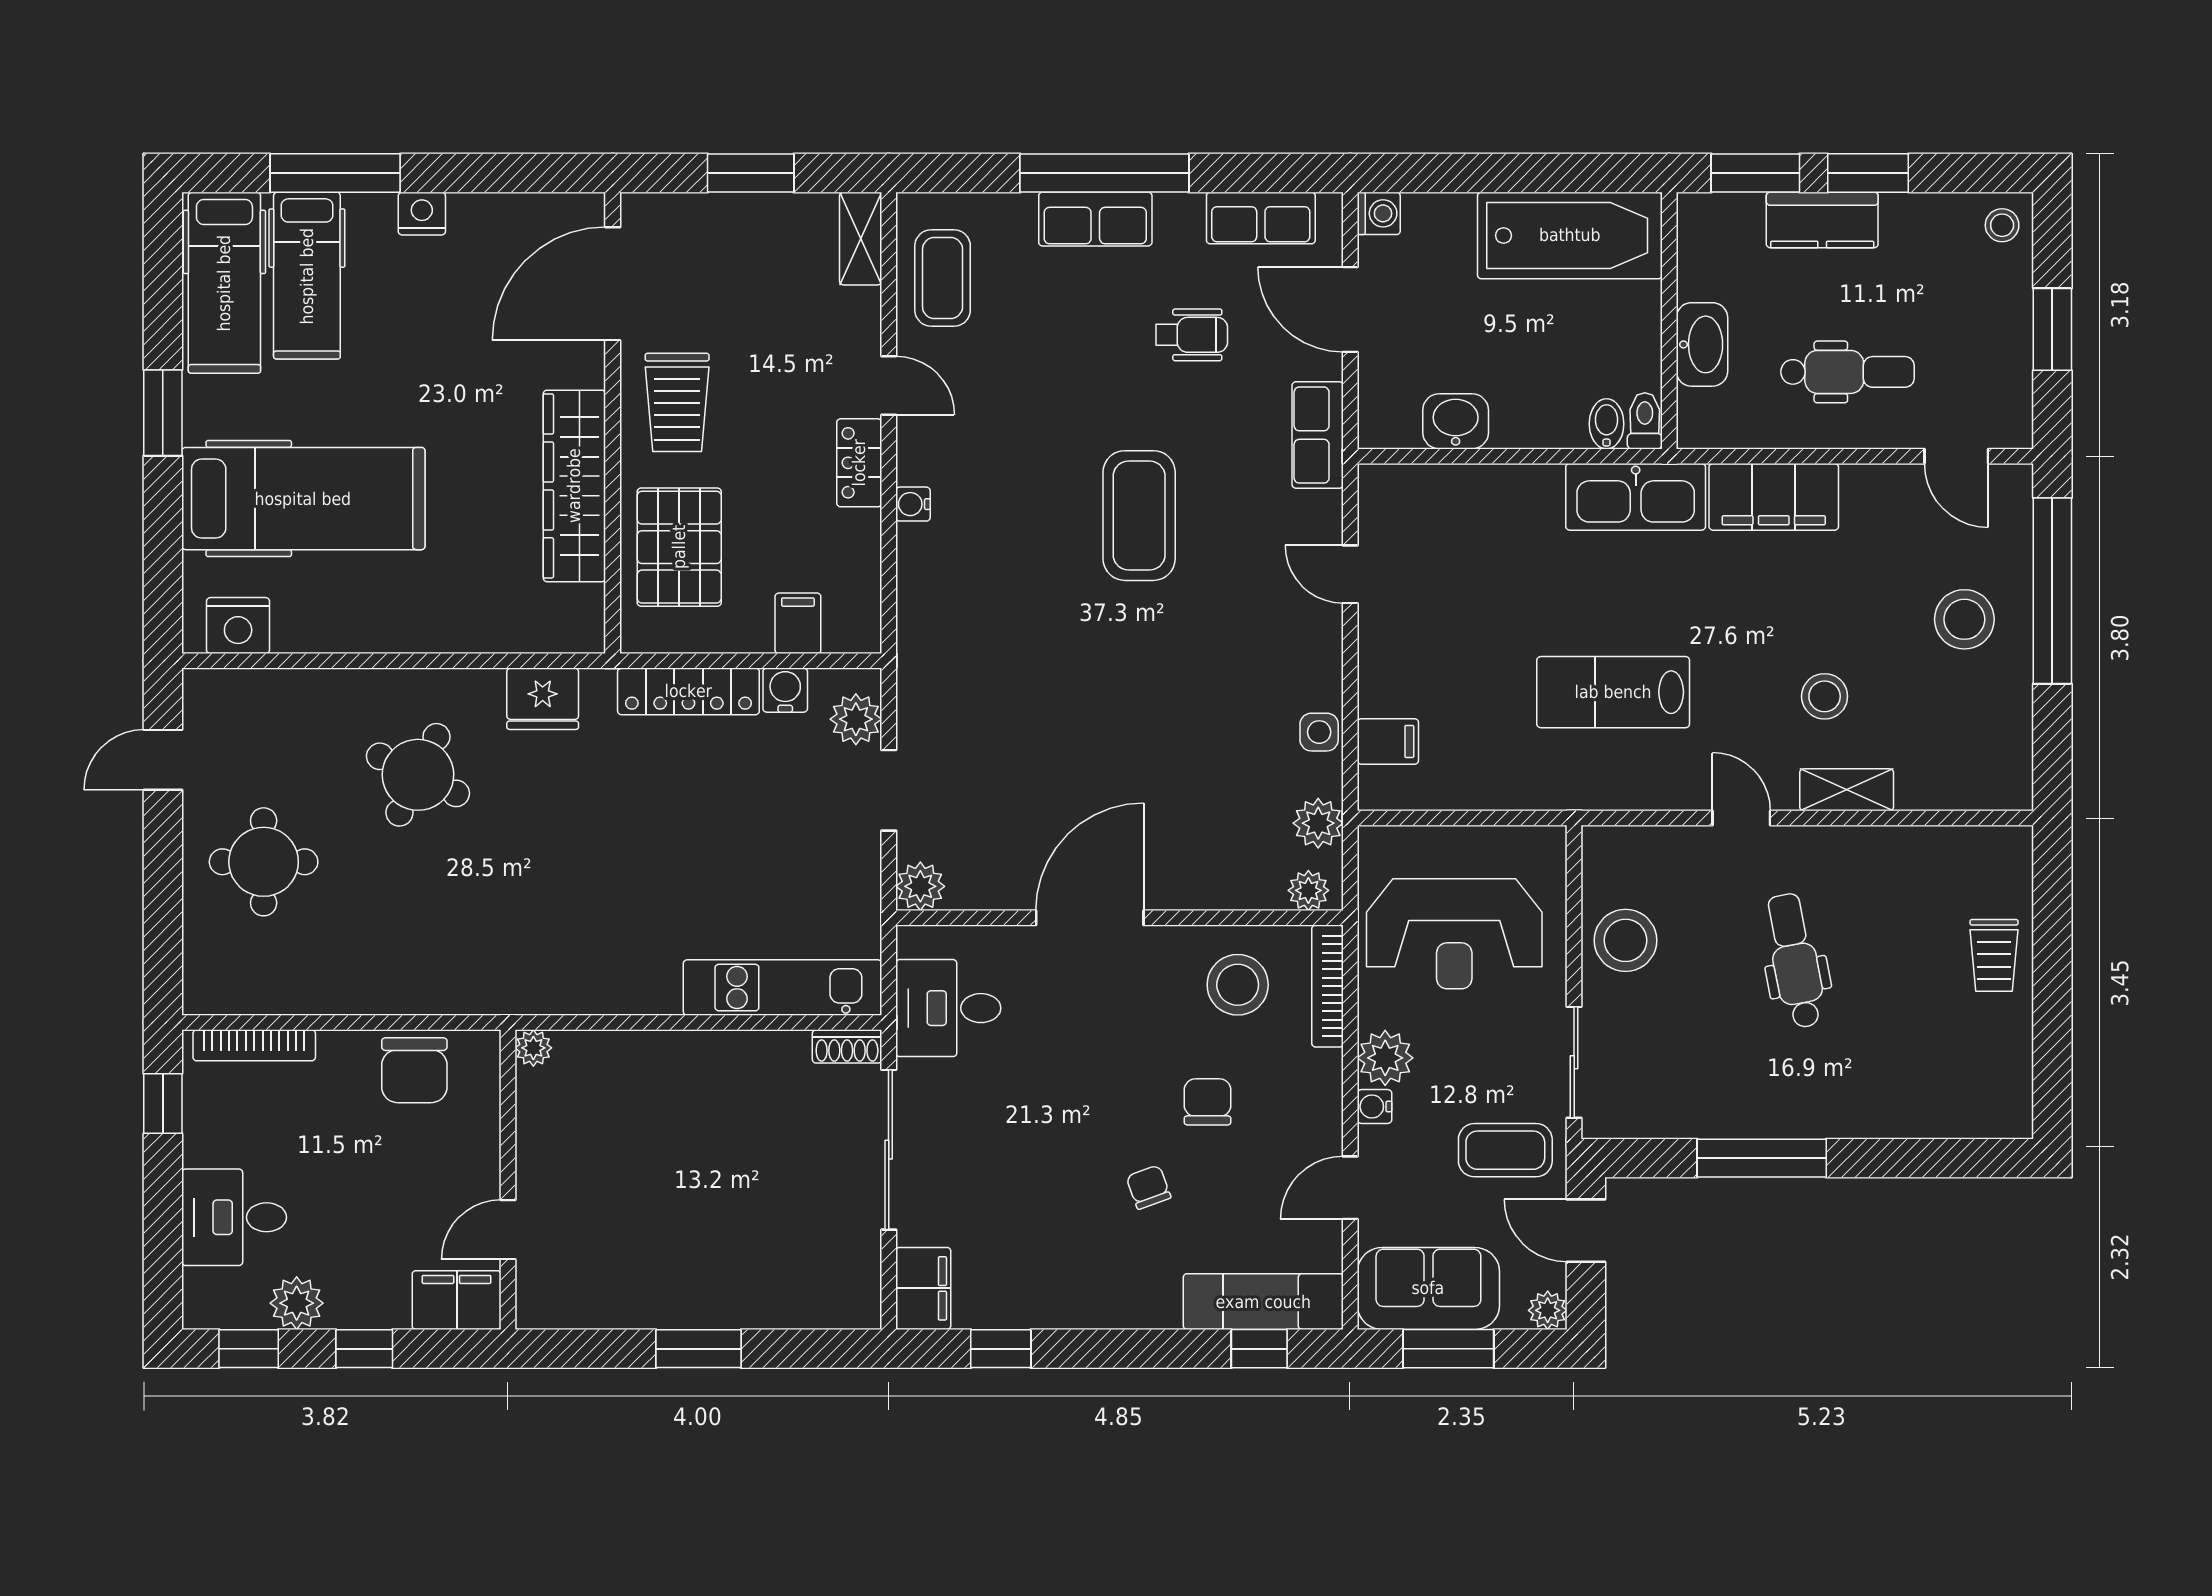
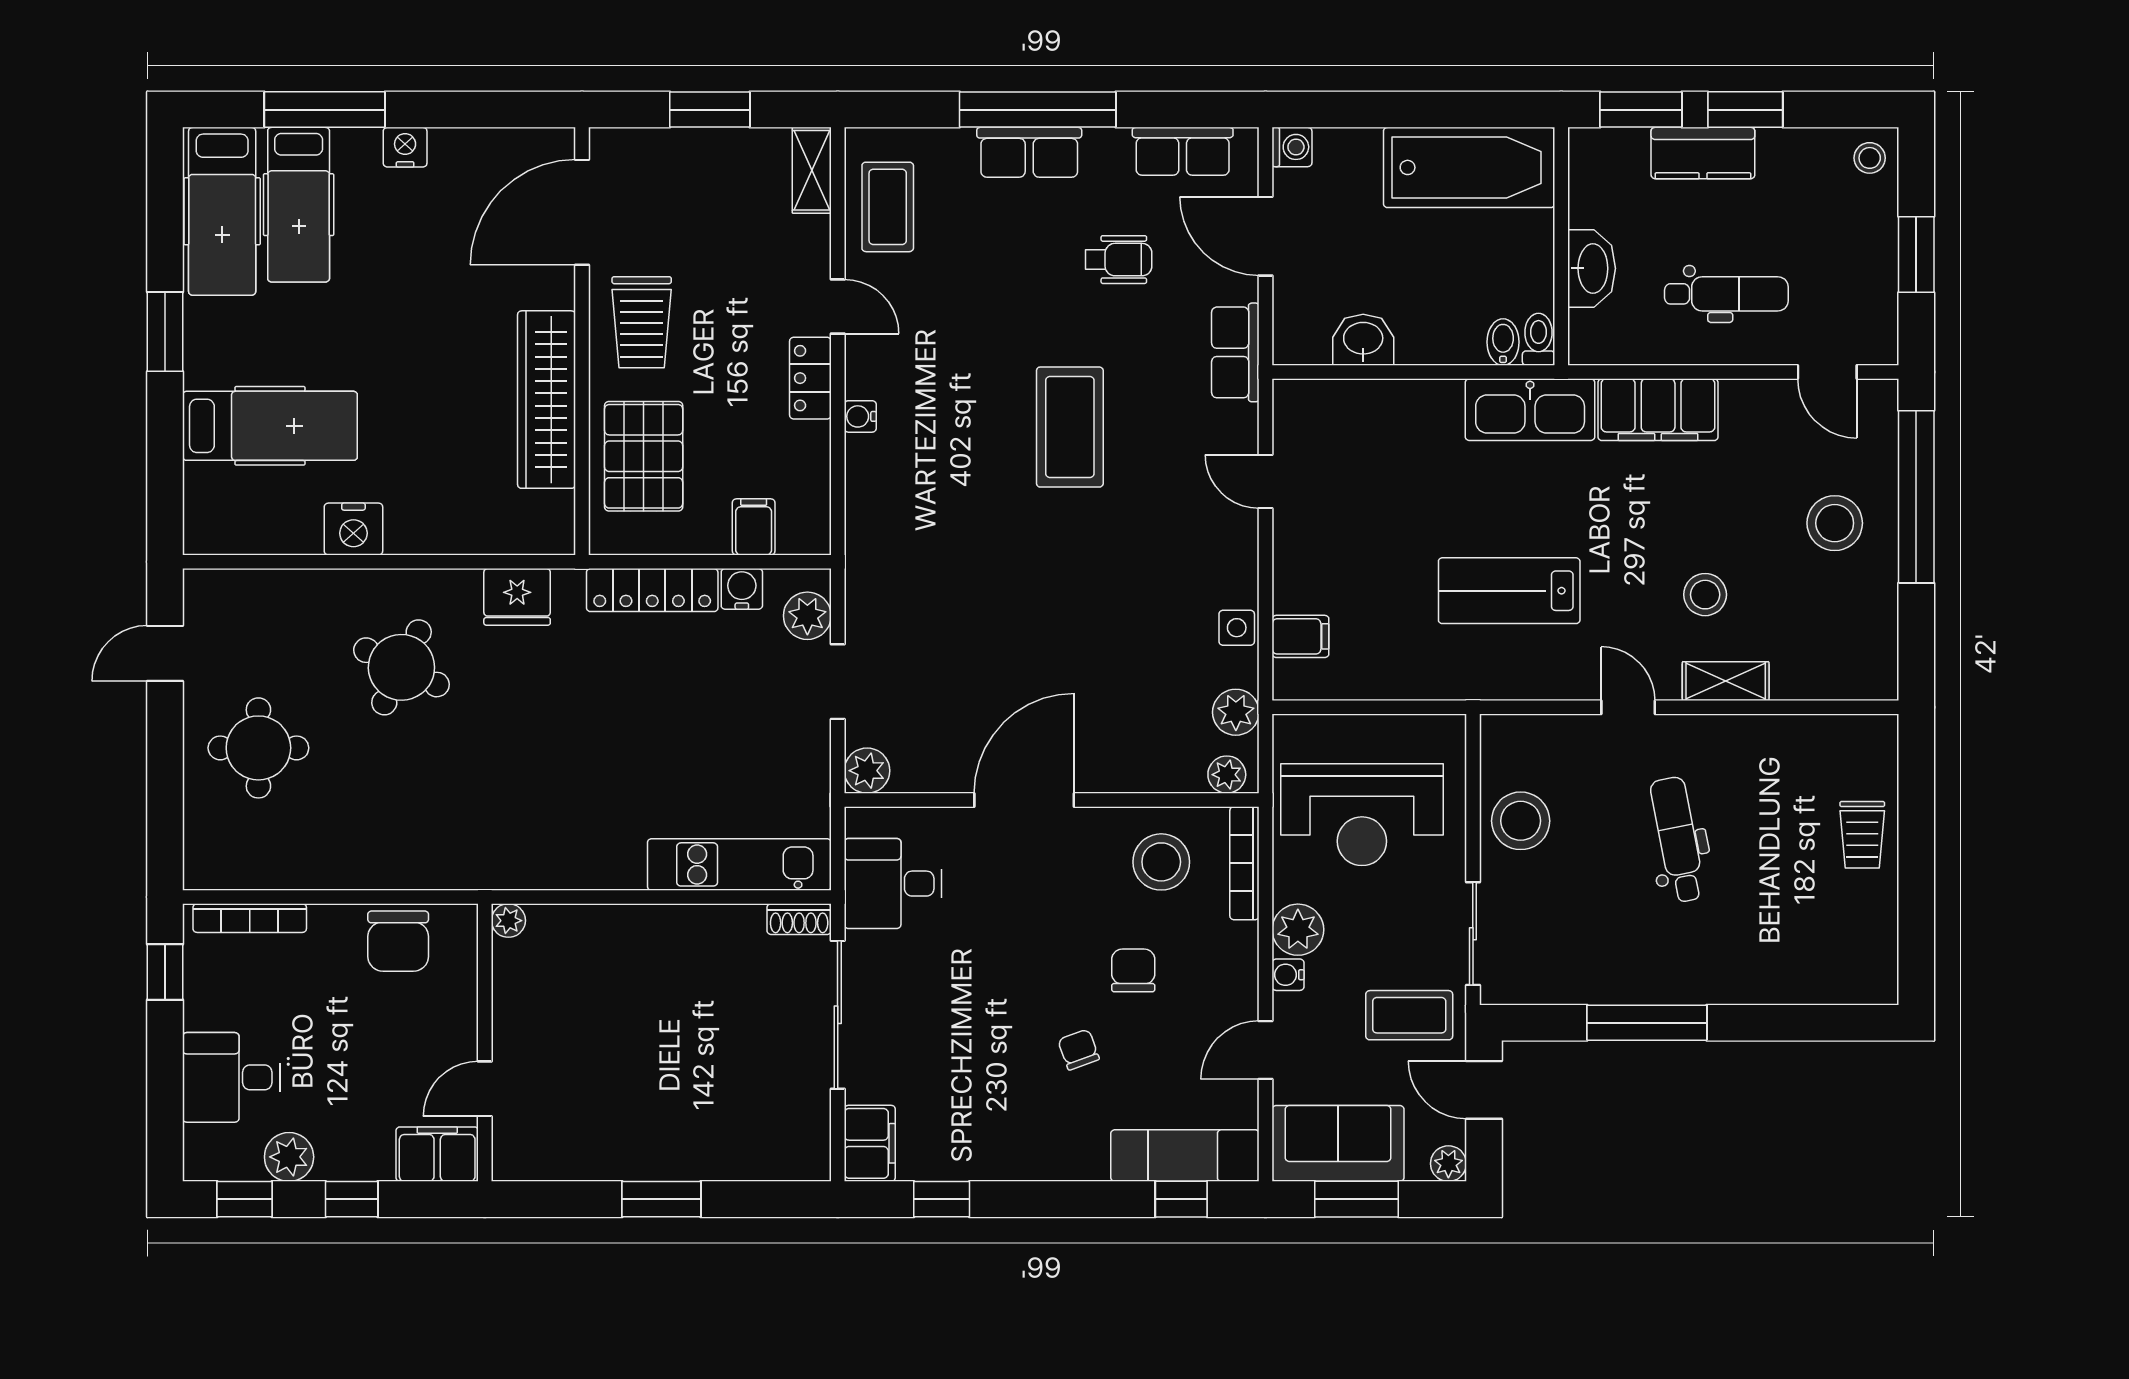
hospital bed: (303, 499) -> (270, 426), width x0.73, depth x0.78
nightstand: (238, 626) -> (353, 529), moved

